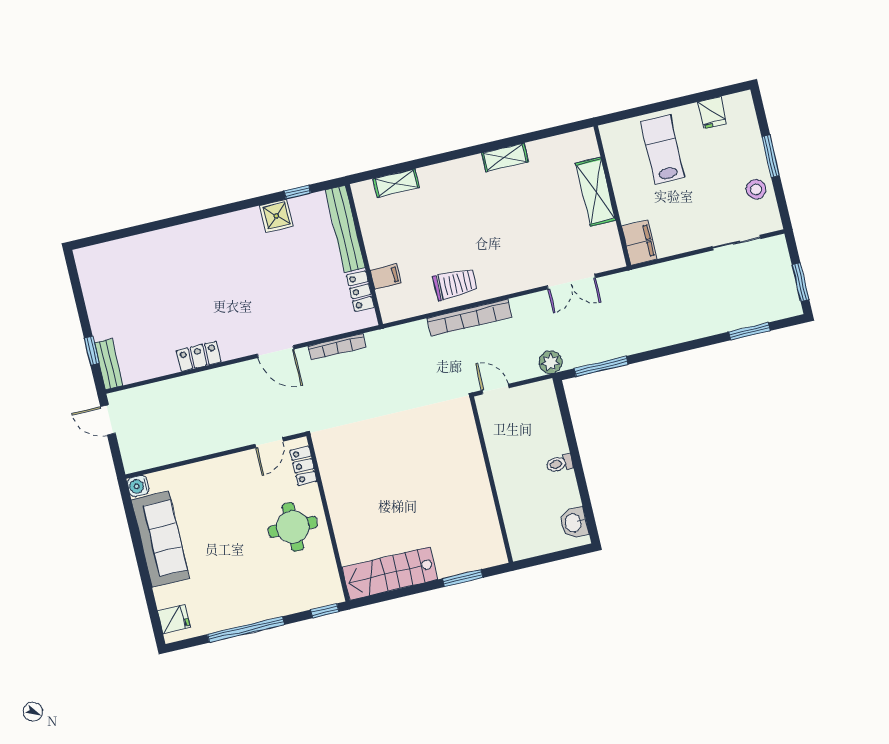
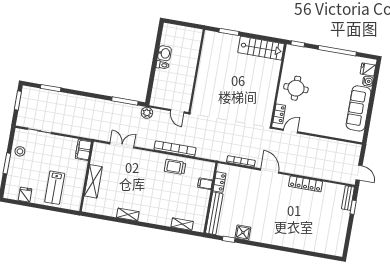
locker: (199, 356) -> (306, 184), width x1.53
water cooler: (138, 486) -> (368, 81), moved
washbasin: (574, 523) -> (164, 53), moved

